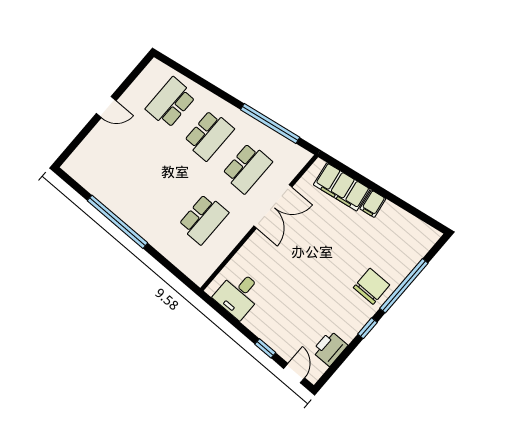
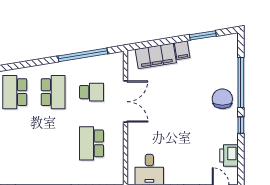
school desk: (247, 168) -> (92, 92), width x0.54
window: (406, 207) -> (203, 35), added
school desk: (203, 219) -> (92, 143), turned 180

